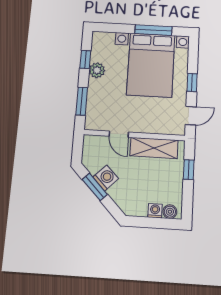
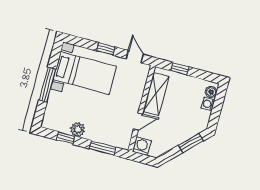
window: (153, 30) -> (47, 85), moved
bed with nightstands: (151, 65) -> (85, 73), width x0.73
washing machine: (106, 178) -> (142, 146), moved, turned 45
window: (95, 187) -> (191, 143), moved

